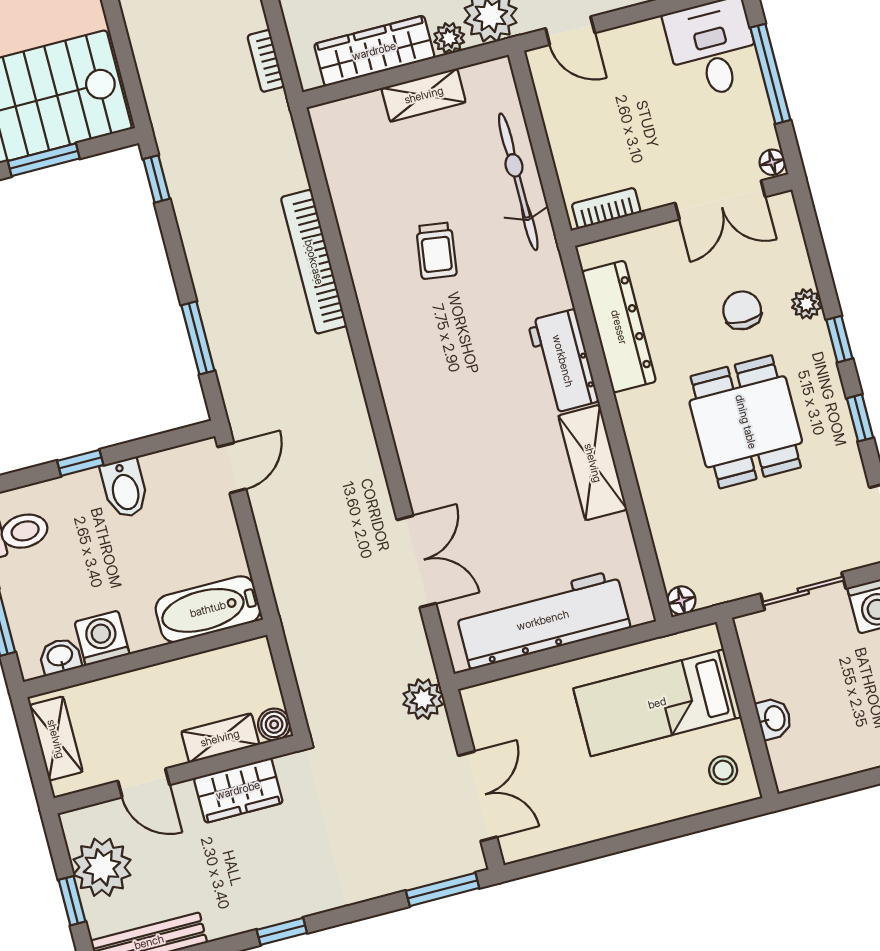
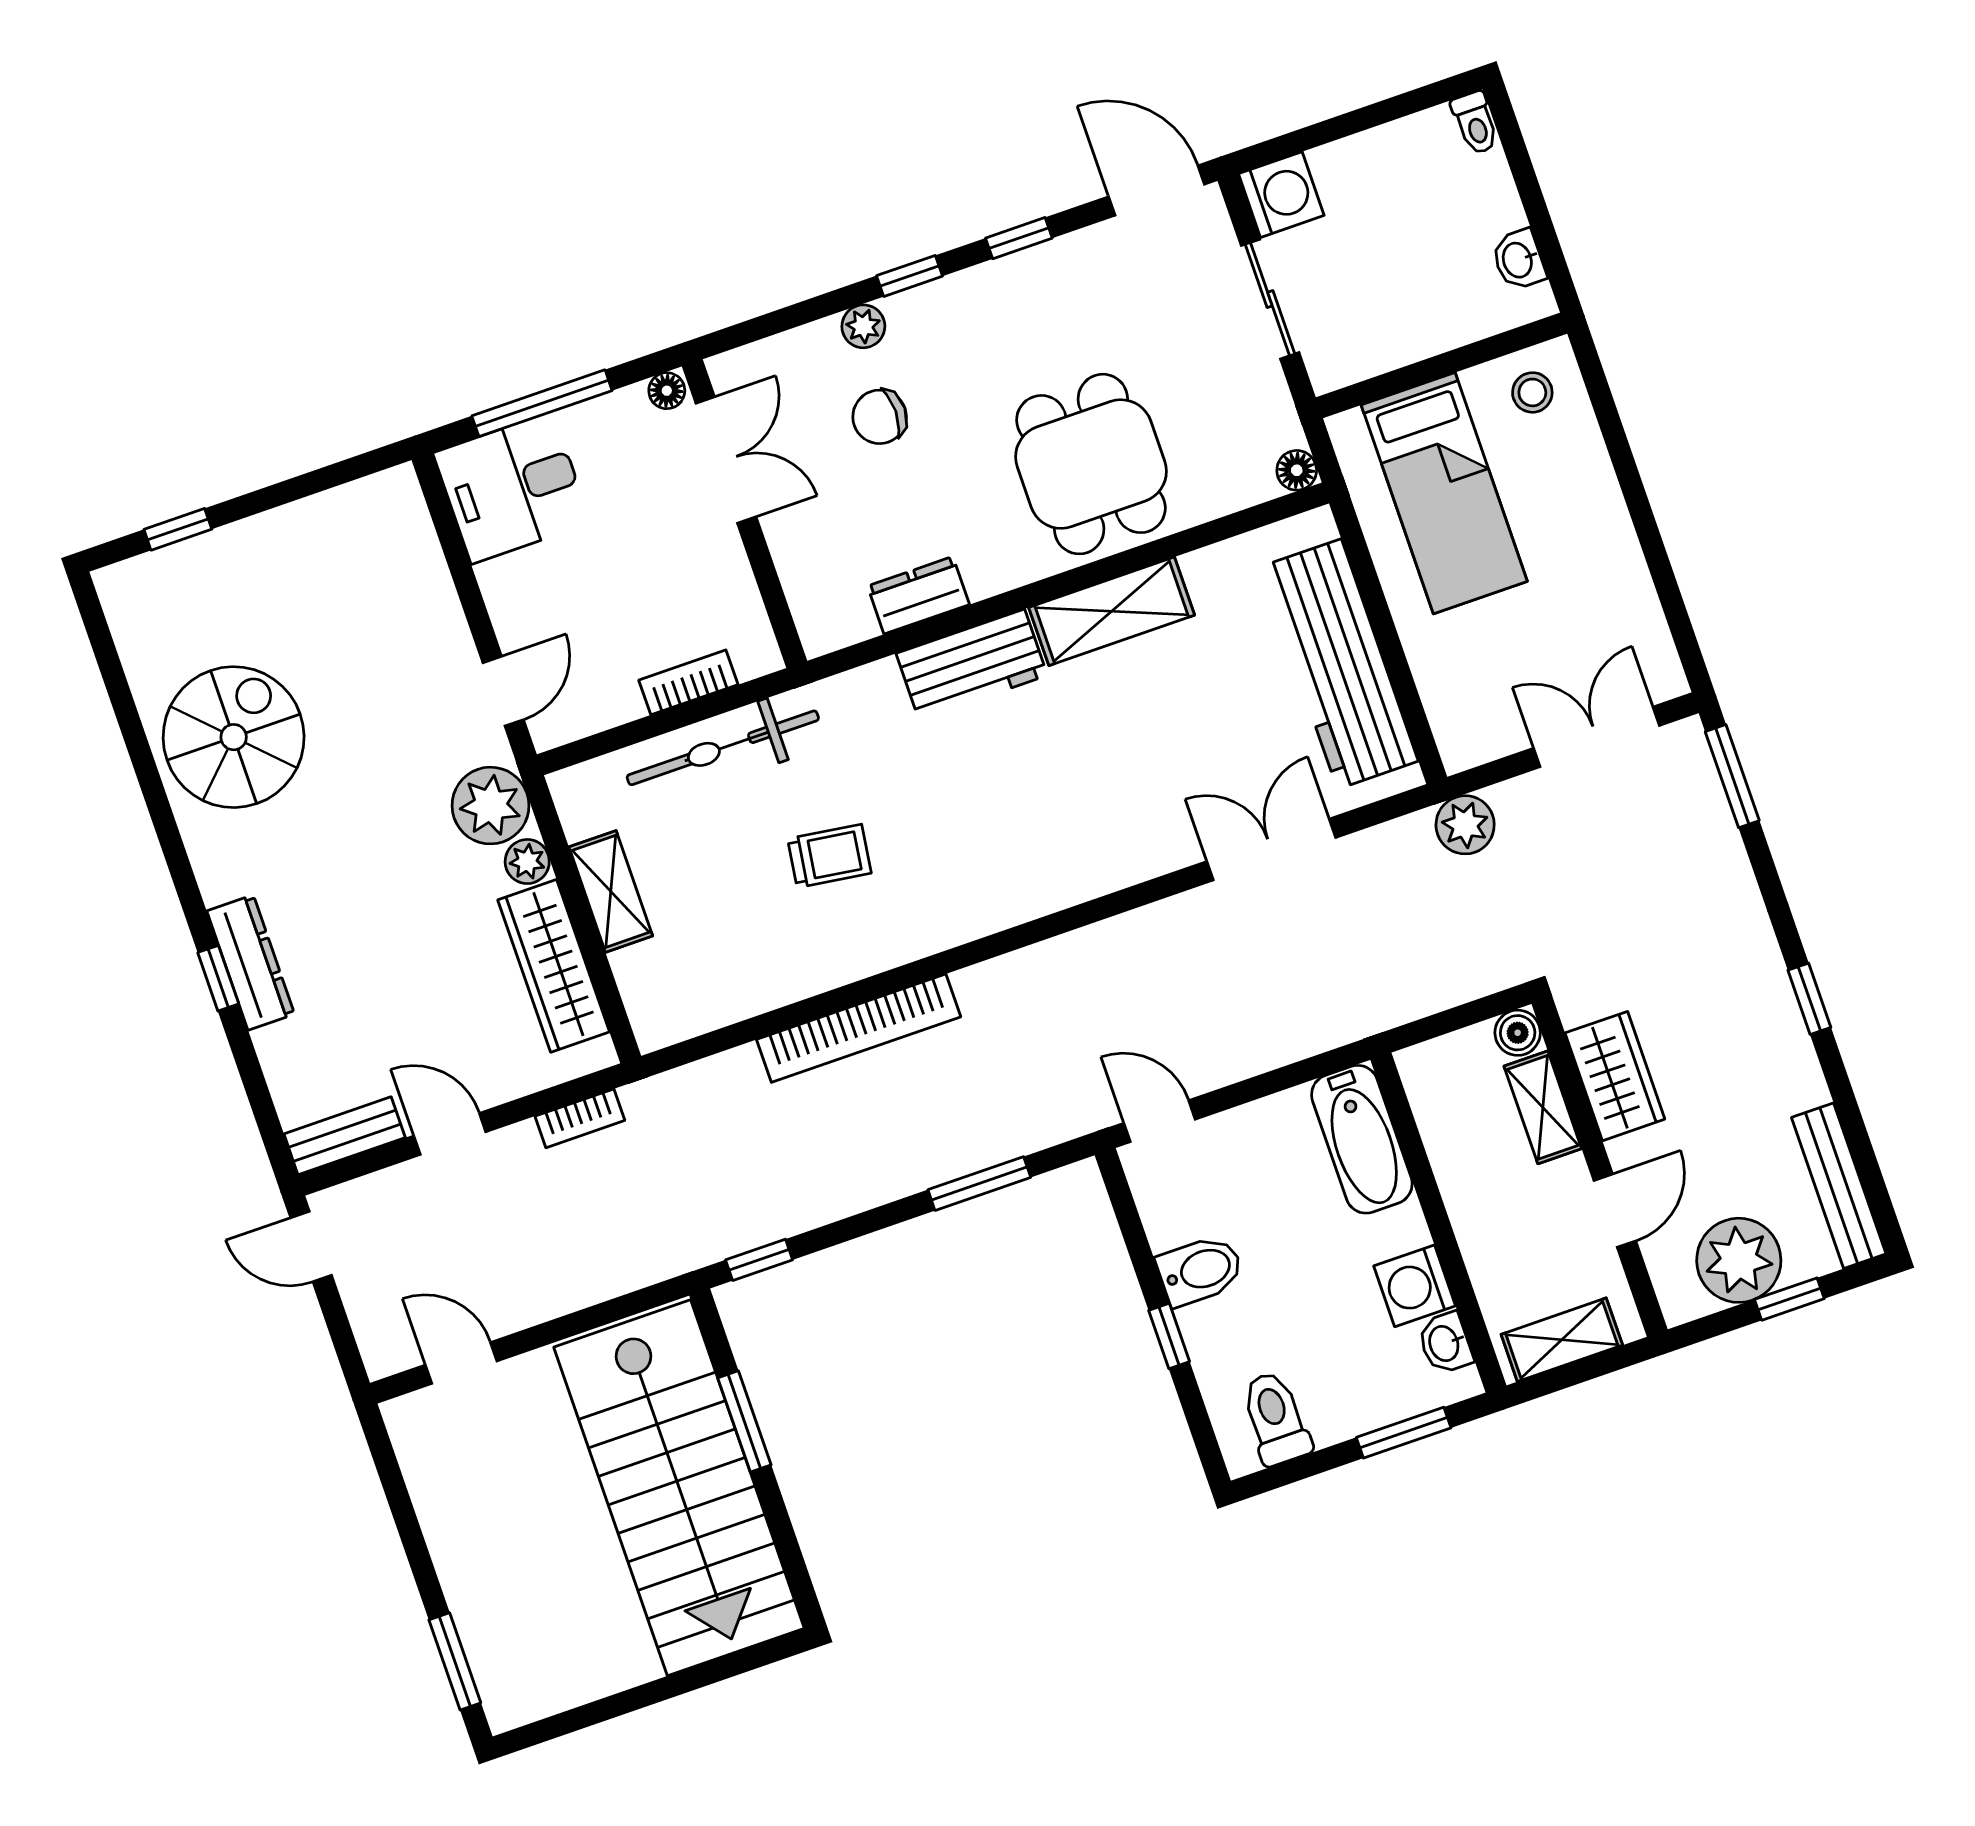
bookcase: (606, 208) -> (688, 682), moved, turned 90
dresser: (619, 327) -> (918, 595), width x0.51, depth x0.80
dining table: (746, 422) -> (1091, 464), moved, turned 90
washbasin: (774, 718) -> (1519, 260), moved, turned -90

